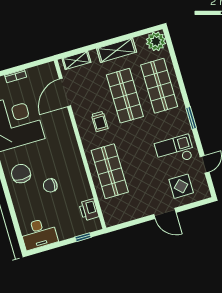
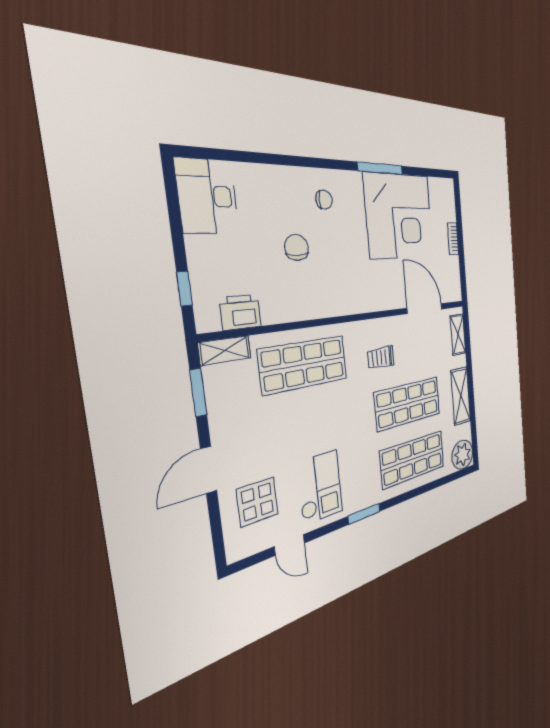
chair: (21, 174) -> (324, 200), width x0.54, depth x0.54
shelving: (108, 215) -> (225, 350), added
window: (129, 224) -> (198, 393), added

